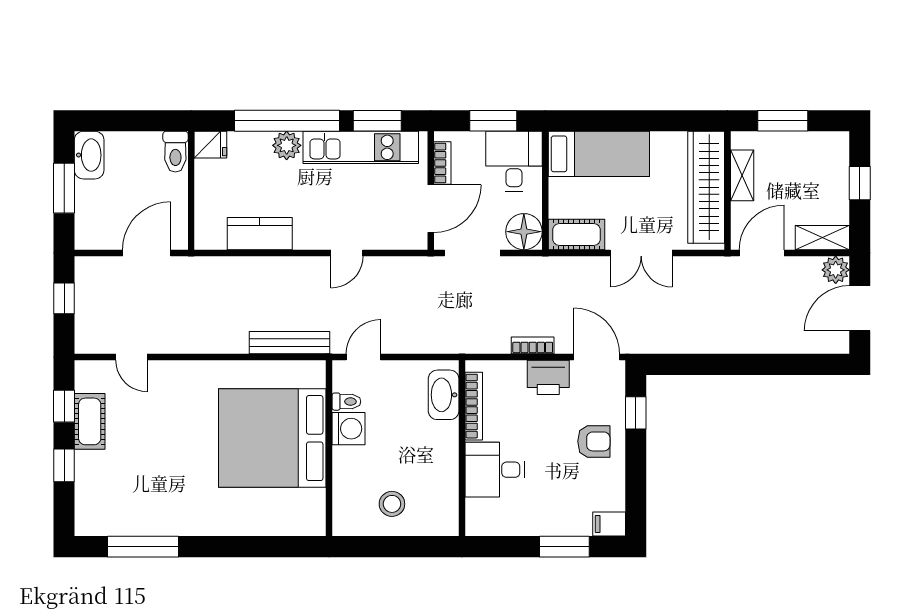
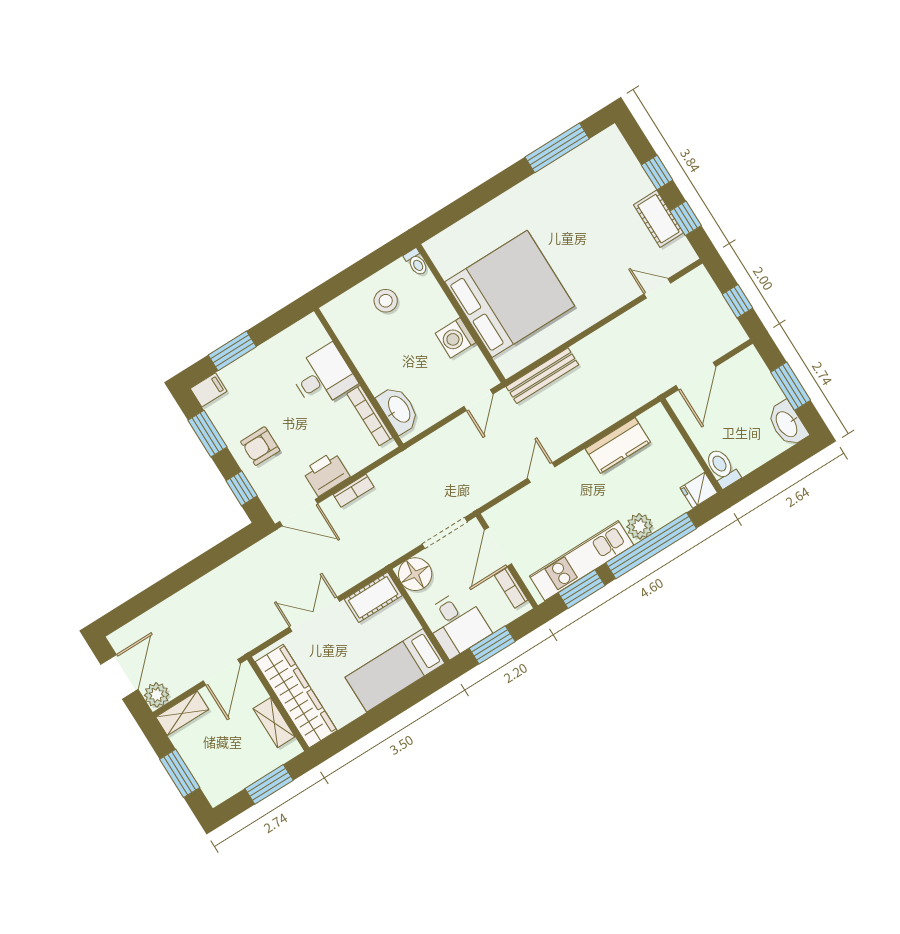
window: (860, 183) -> (180, 773), width x1.50
toilet: (346, 402) -> (416, 262), moved, turned -90
window: (636, 484) -> (207, 434), added

